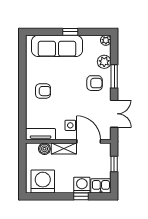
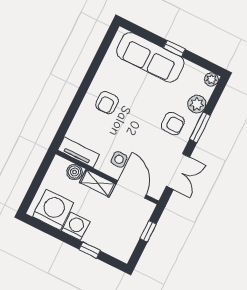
armchair: (43, 91) -> (107, 103), turned 90
washing machine: (82, 185) -> (76, 226), moved
kitchen sink: (101, 186) -> (120, 249), removed

